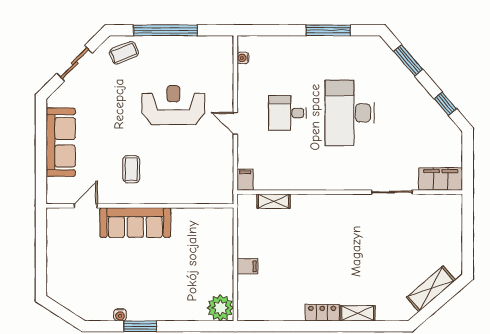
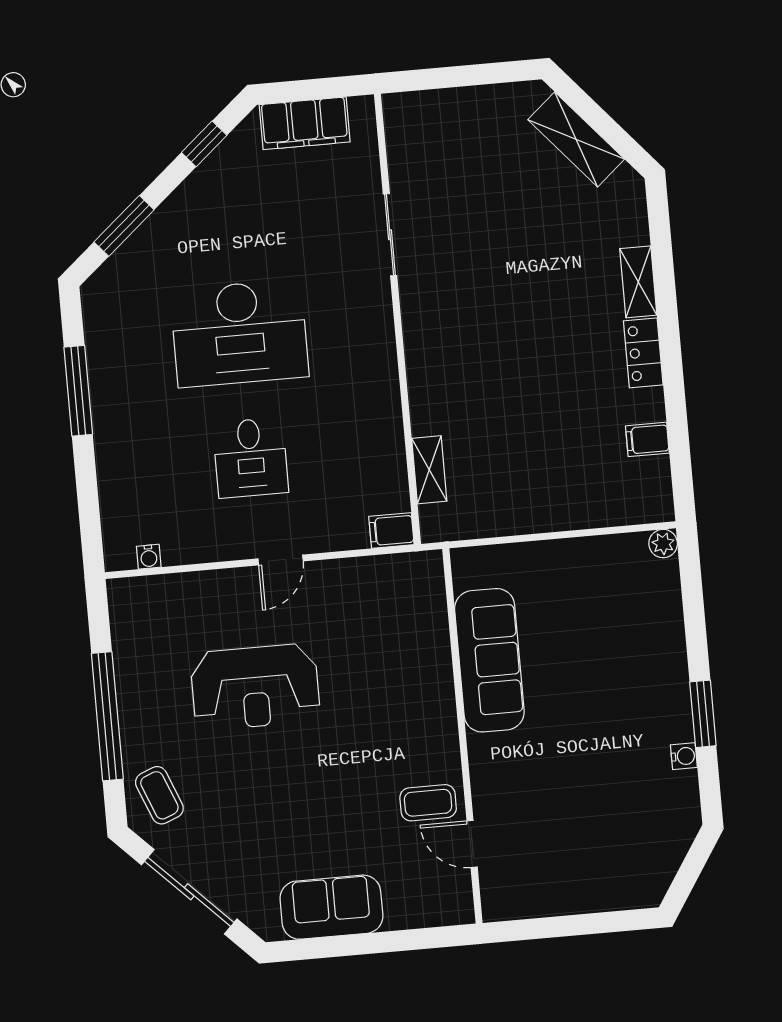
sliding door: (75, 63) -> (189, 892), width x1.37
reception desk: (173, 105) -> (255, 687), turned -90
sofa: (61, 142) -> (331, 907), width x0.73
coffee table: (131, 169) -> (428, 803), moved
filing cabinet: (441, 179) -> (305, 123), moved, turned -90
sofa: (135, 223) -> (489, 660), moved
filing cabinet: (247, 266) -> (647, 439), moved, turned -90
plant: (220, 308) -> (663, 544), width x0.53, depth x0.53

